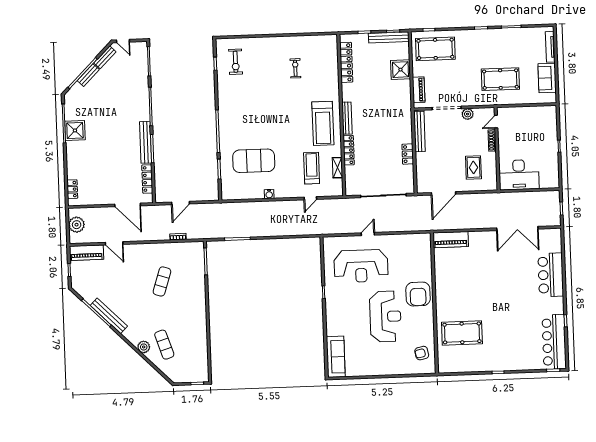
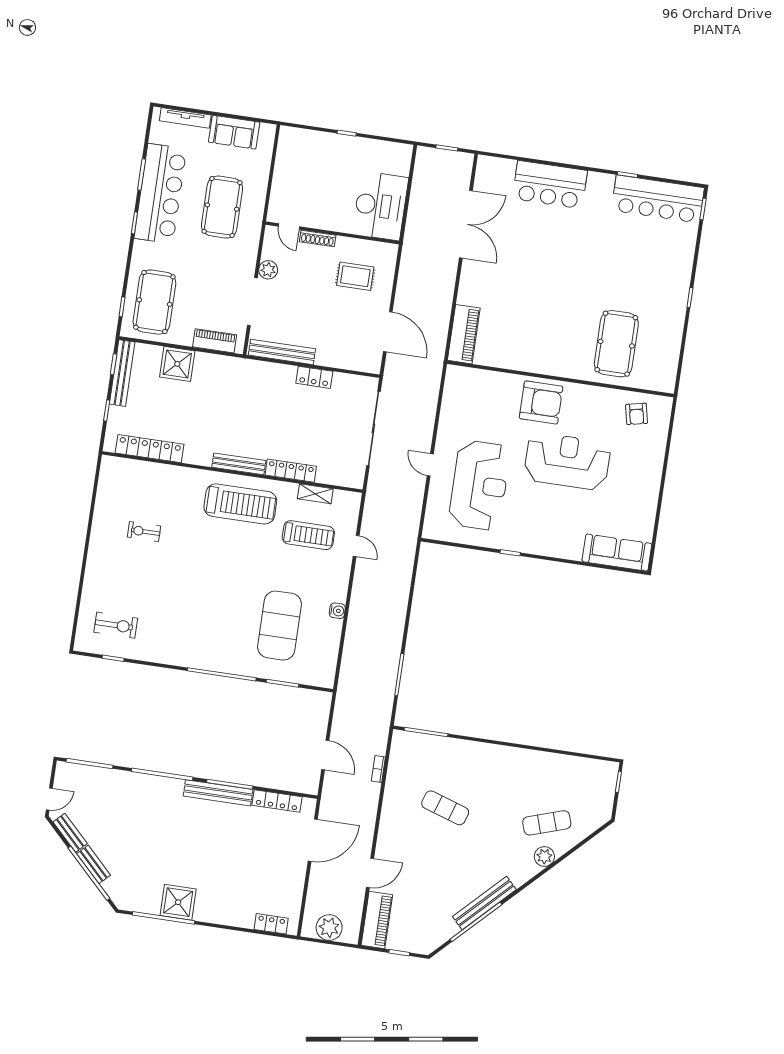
bar counter: (502, 40) -> (160, 194), added
treadmill: (312, 168) -> (308, 535), turned 180

